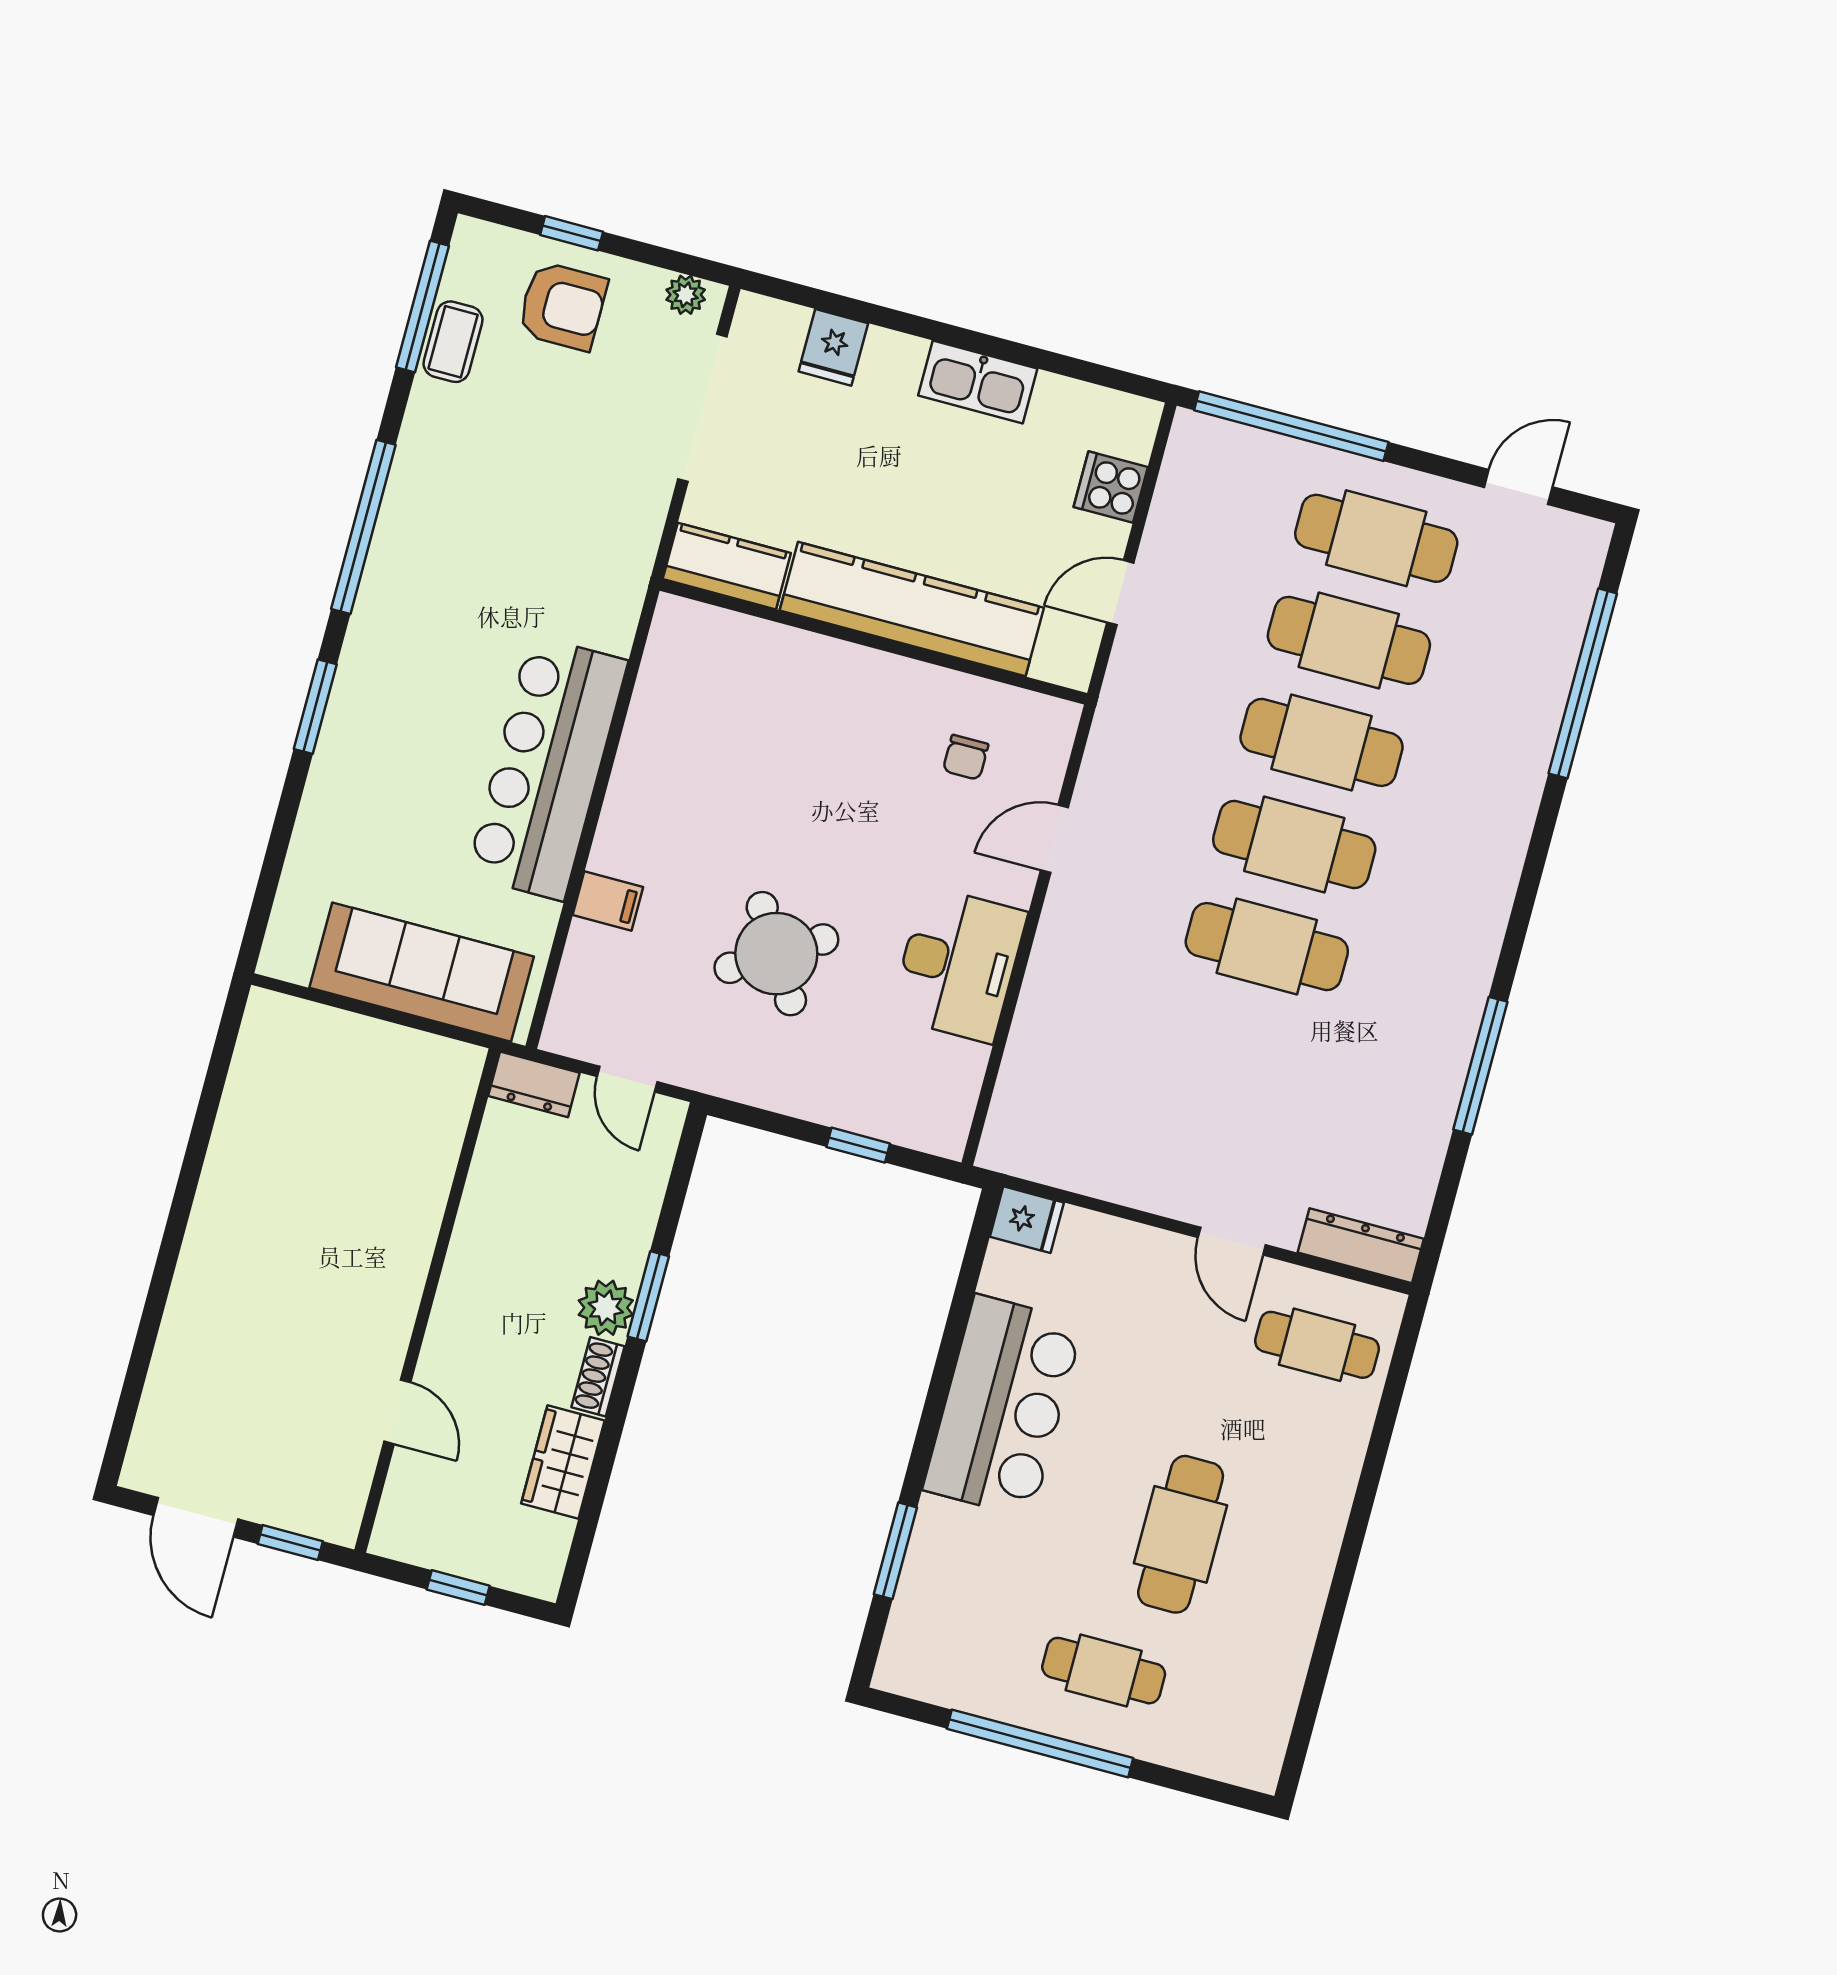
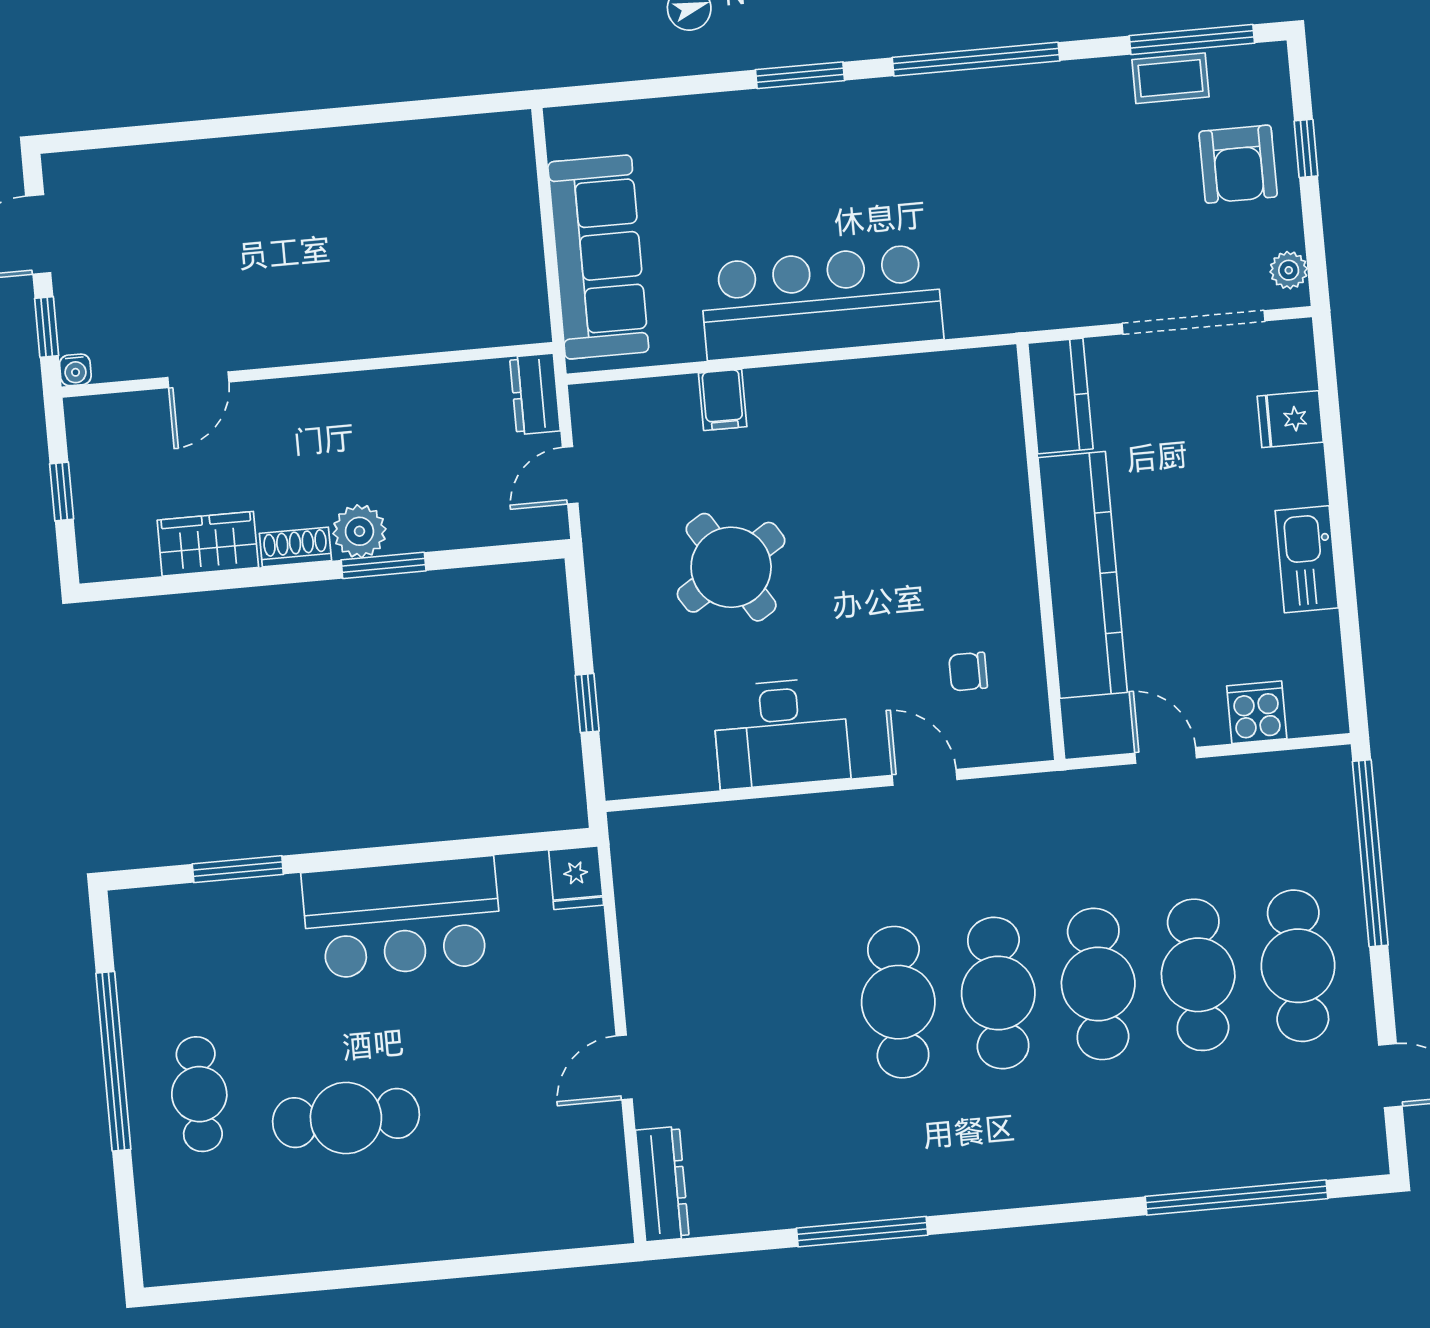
cafe table: (1317, 1345) -> (560, 1177), removed
water cooler: (343, 1530) -> (75, 370), added

